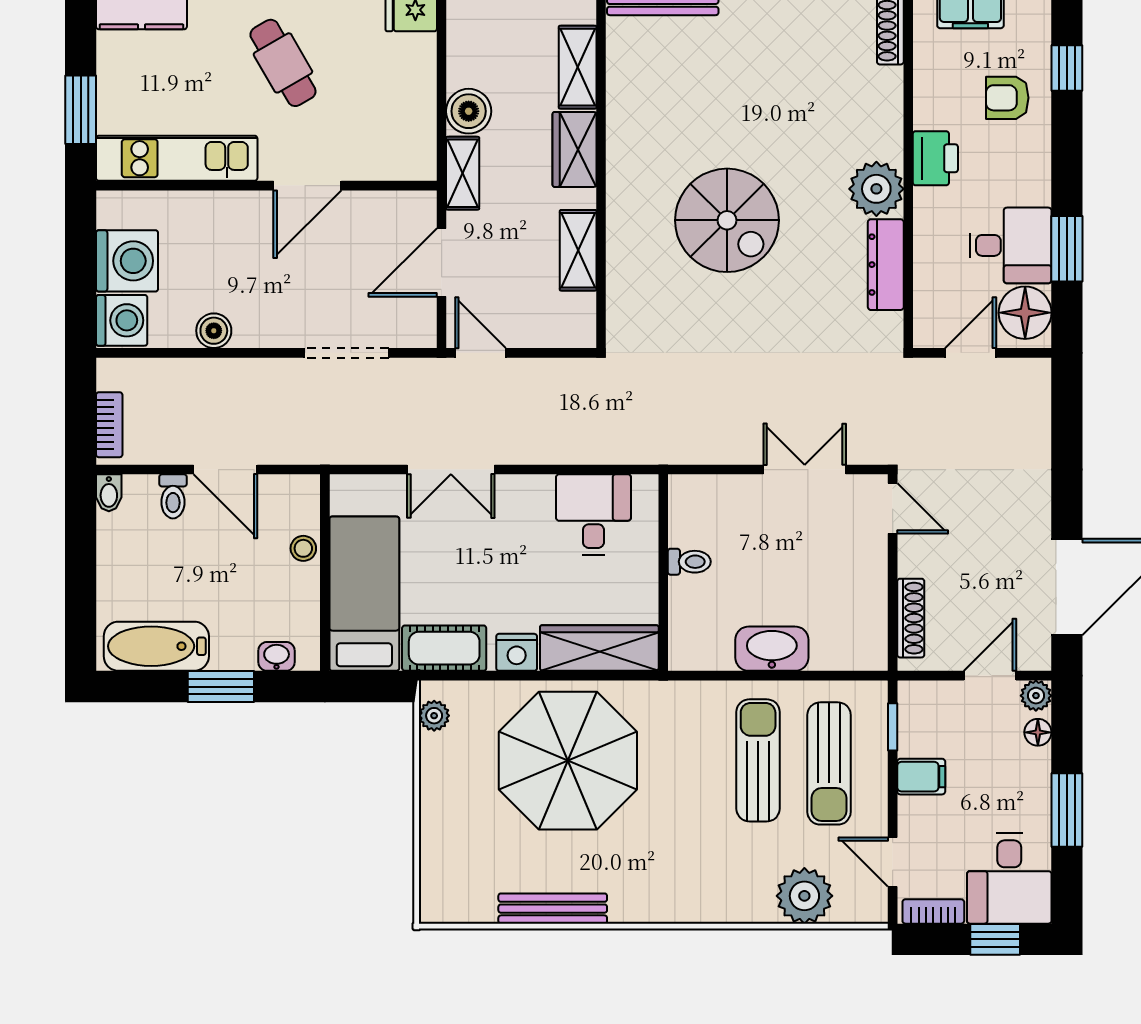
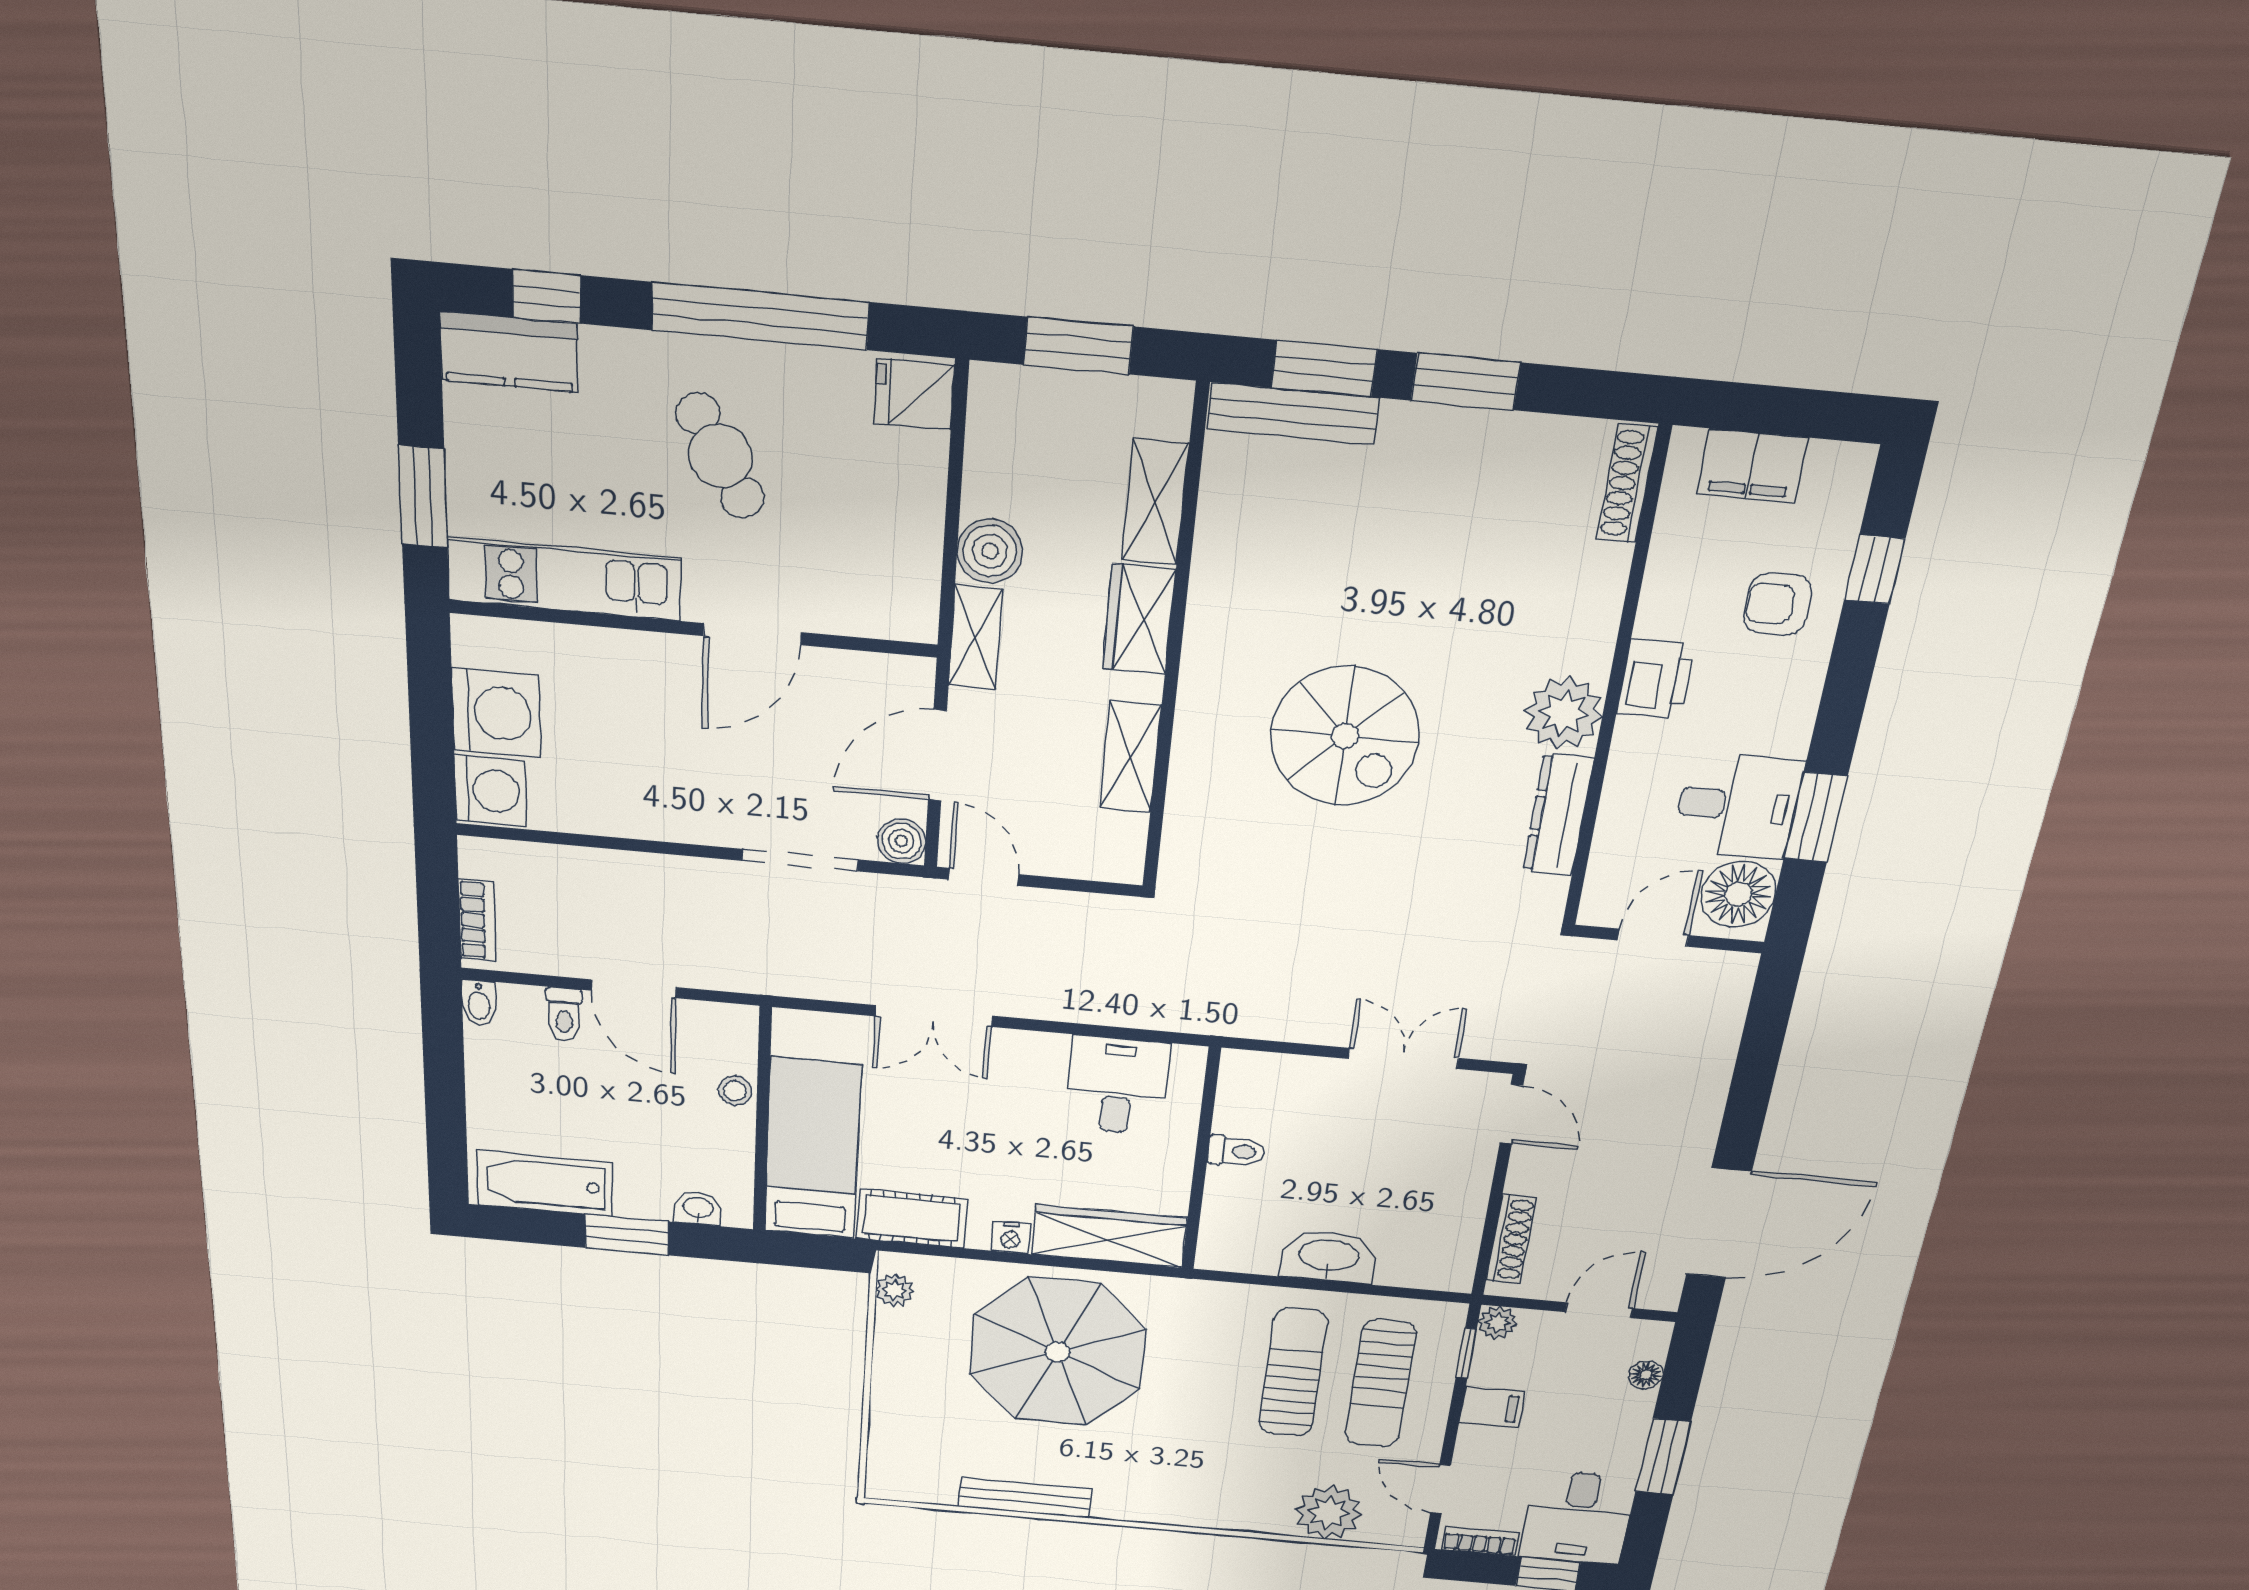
boiler: (214, 331) -> (901, 841), moved
nightstand: (517, 652) -> (1010, 1237), width x0.72, depth x0.74
plant: (1036, 696) -> (1497, 1323), moved

